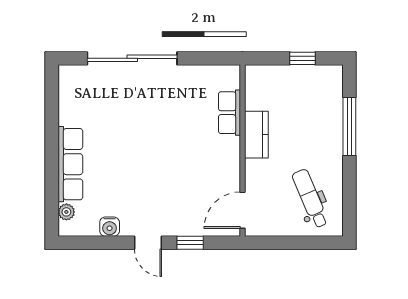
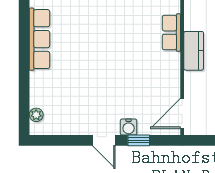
row of seats: (70, 164) -> (39, 39), moved
water cooler: (110, 227) -> (129, 127), moved

